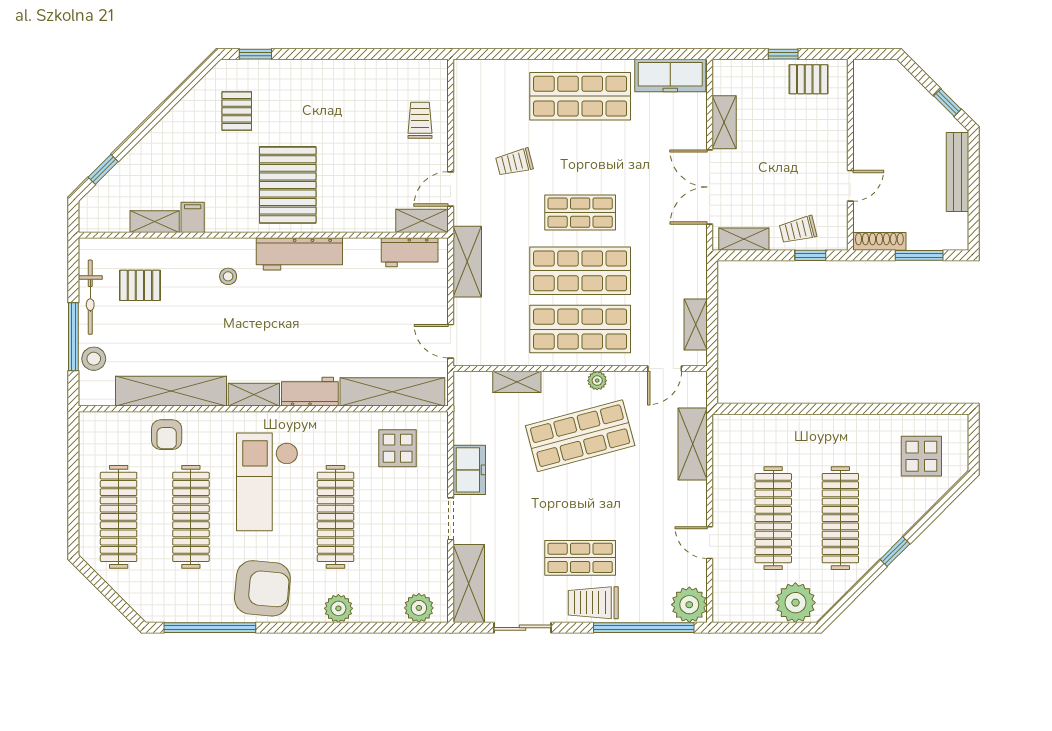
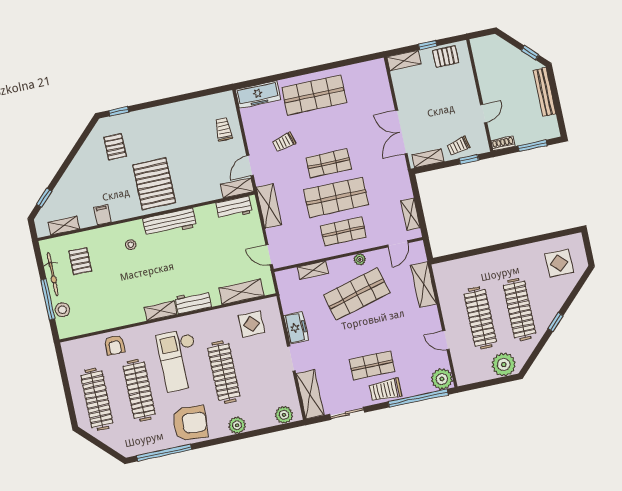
freezer: (670, 76) -> (258, 95), moved
shelving: (724, 122) -> (404, 61), moved, turned 90
shelving: (155, 222) -> (64, 226), moved
shoe rack: (879, 241) -> (503, 143), width x0.70
pallet: (140, 285) -> (80, 261), turned 90
shop shelf: (580, 329) -> (343, 231), width x0.70, depth x0.74
shelving: (171, 391) -> (112, 319), removed
shelving: (392, 392) -> (241, 292), width x0.68

